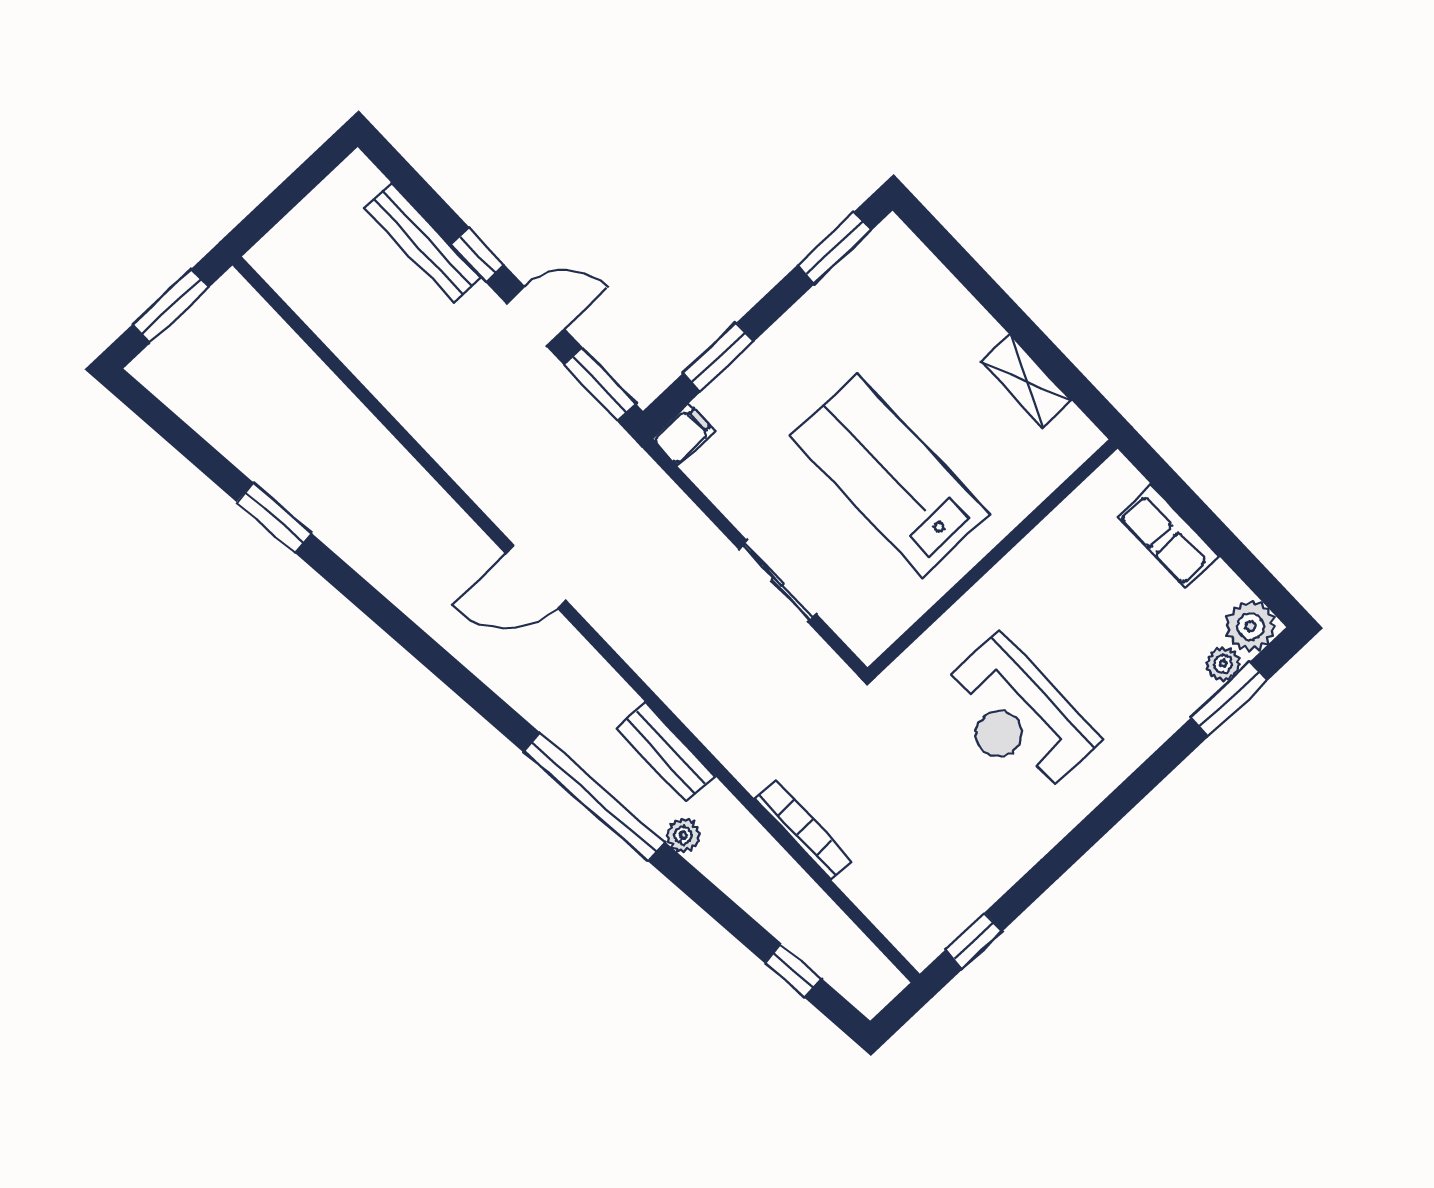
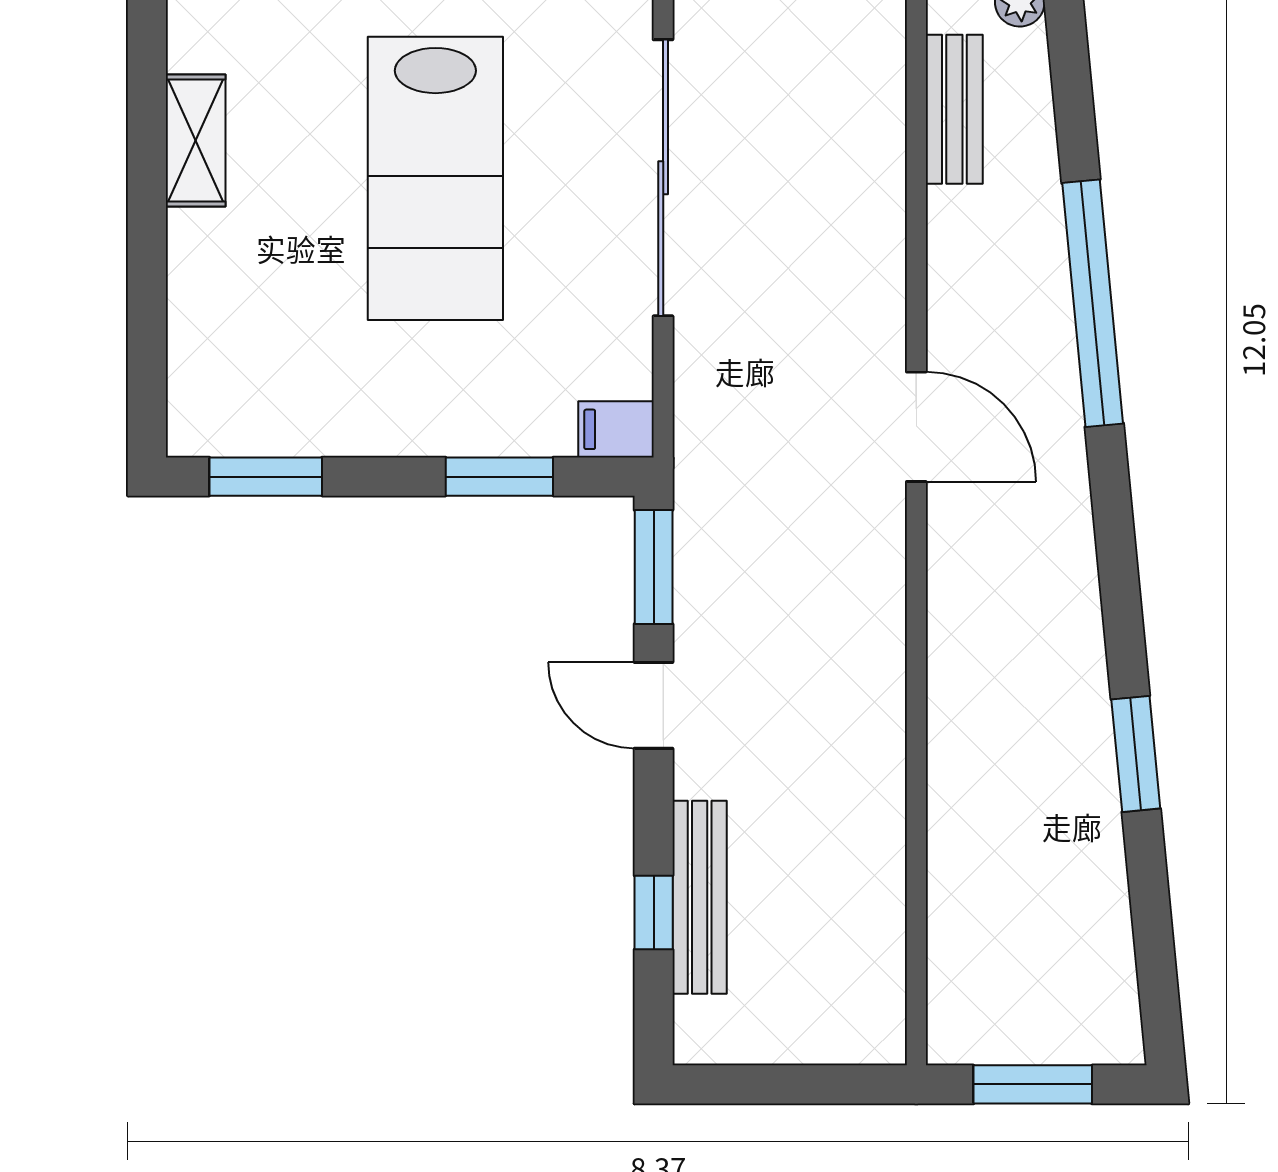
window: (478, 255) -> (654, 912), moved
sliding door: (777, 581) -> (663, 178), width x1.86
window: (594, 797) -> (1093, 303), moved

